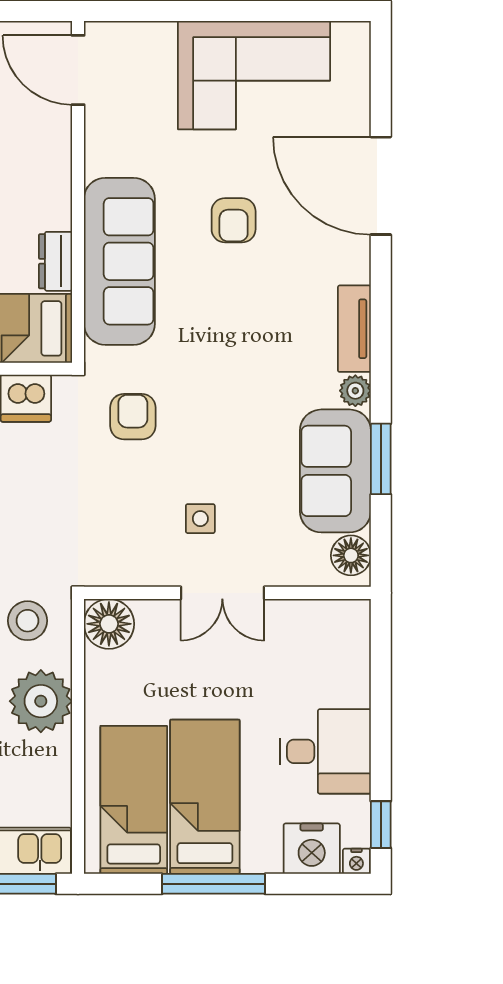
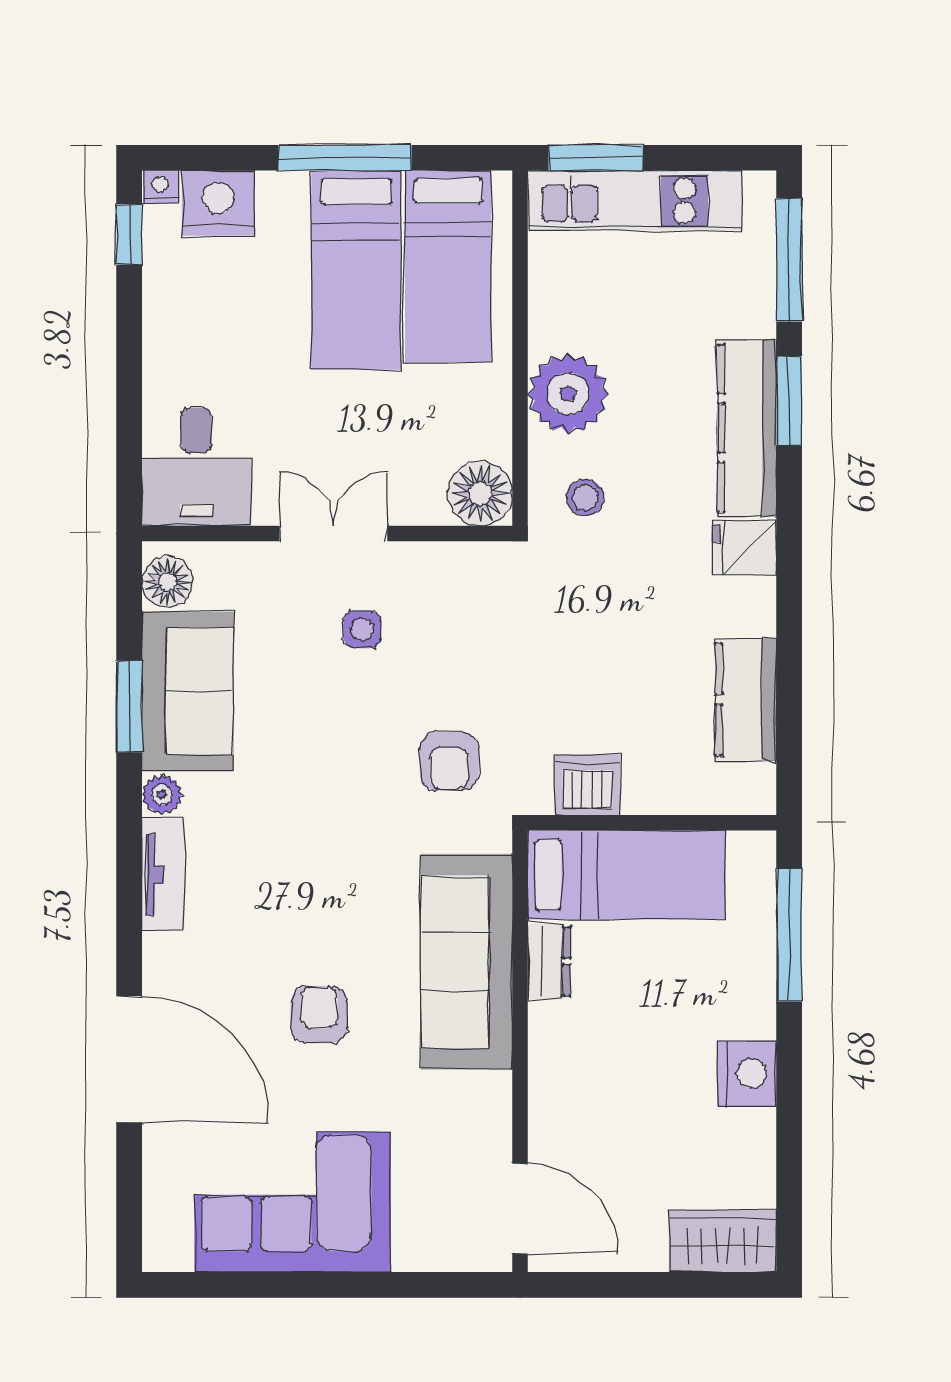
stool: (27, 621) -> (585, 498), width x0.73, depth x0.73
desk: (325, 751) -> (196, 467), moved, turned -90

